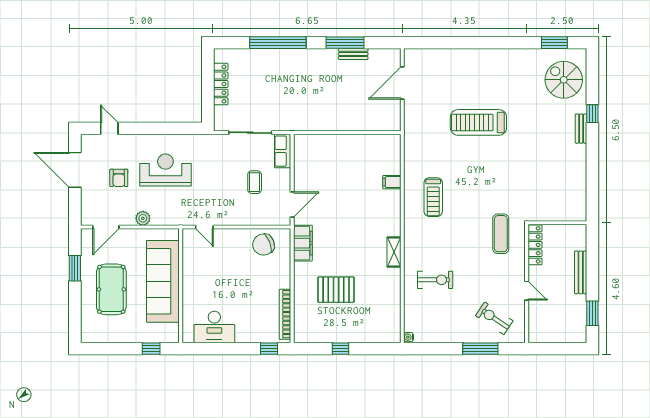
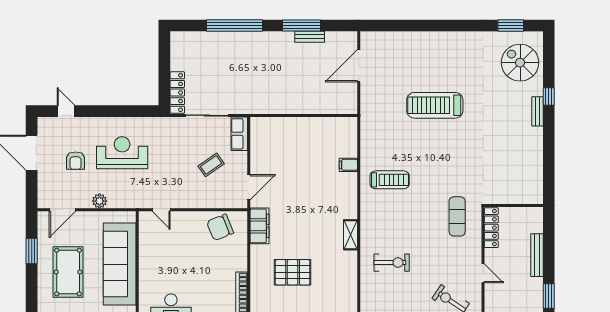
locker: (221, 84) -> (177, 93), moved
coffee table: (255, 182) -> (211, 165), turned 55
treadmill: (433, 197) -> (390, 180), turned -90

